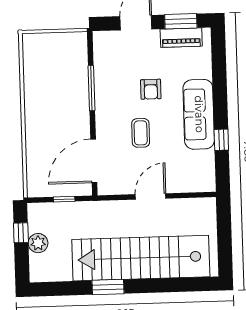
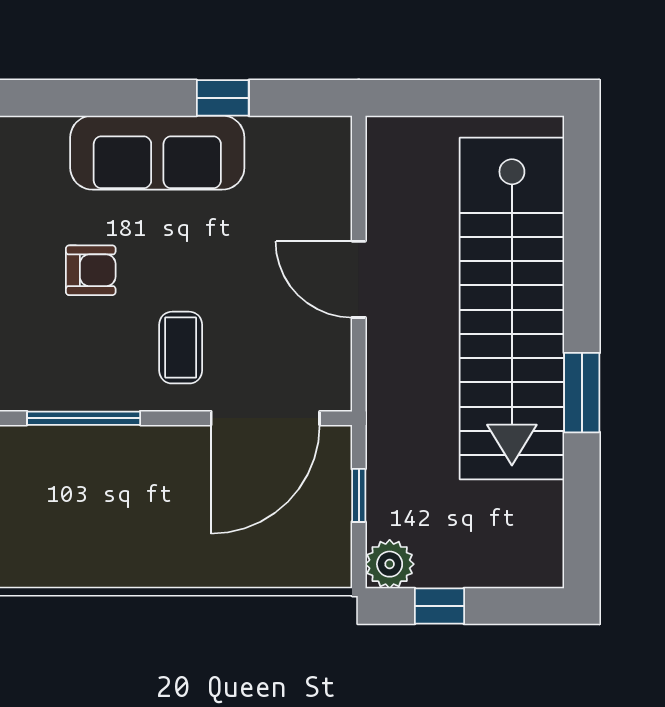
coffee table: (141, 133) -> (181, 348), moved, turned 90
door: (94, 161) -> (265, 418), hinge flipped
plant: (38, 243) -> (390, 564), moved

